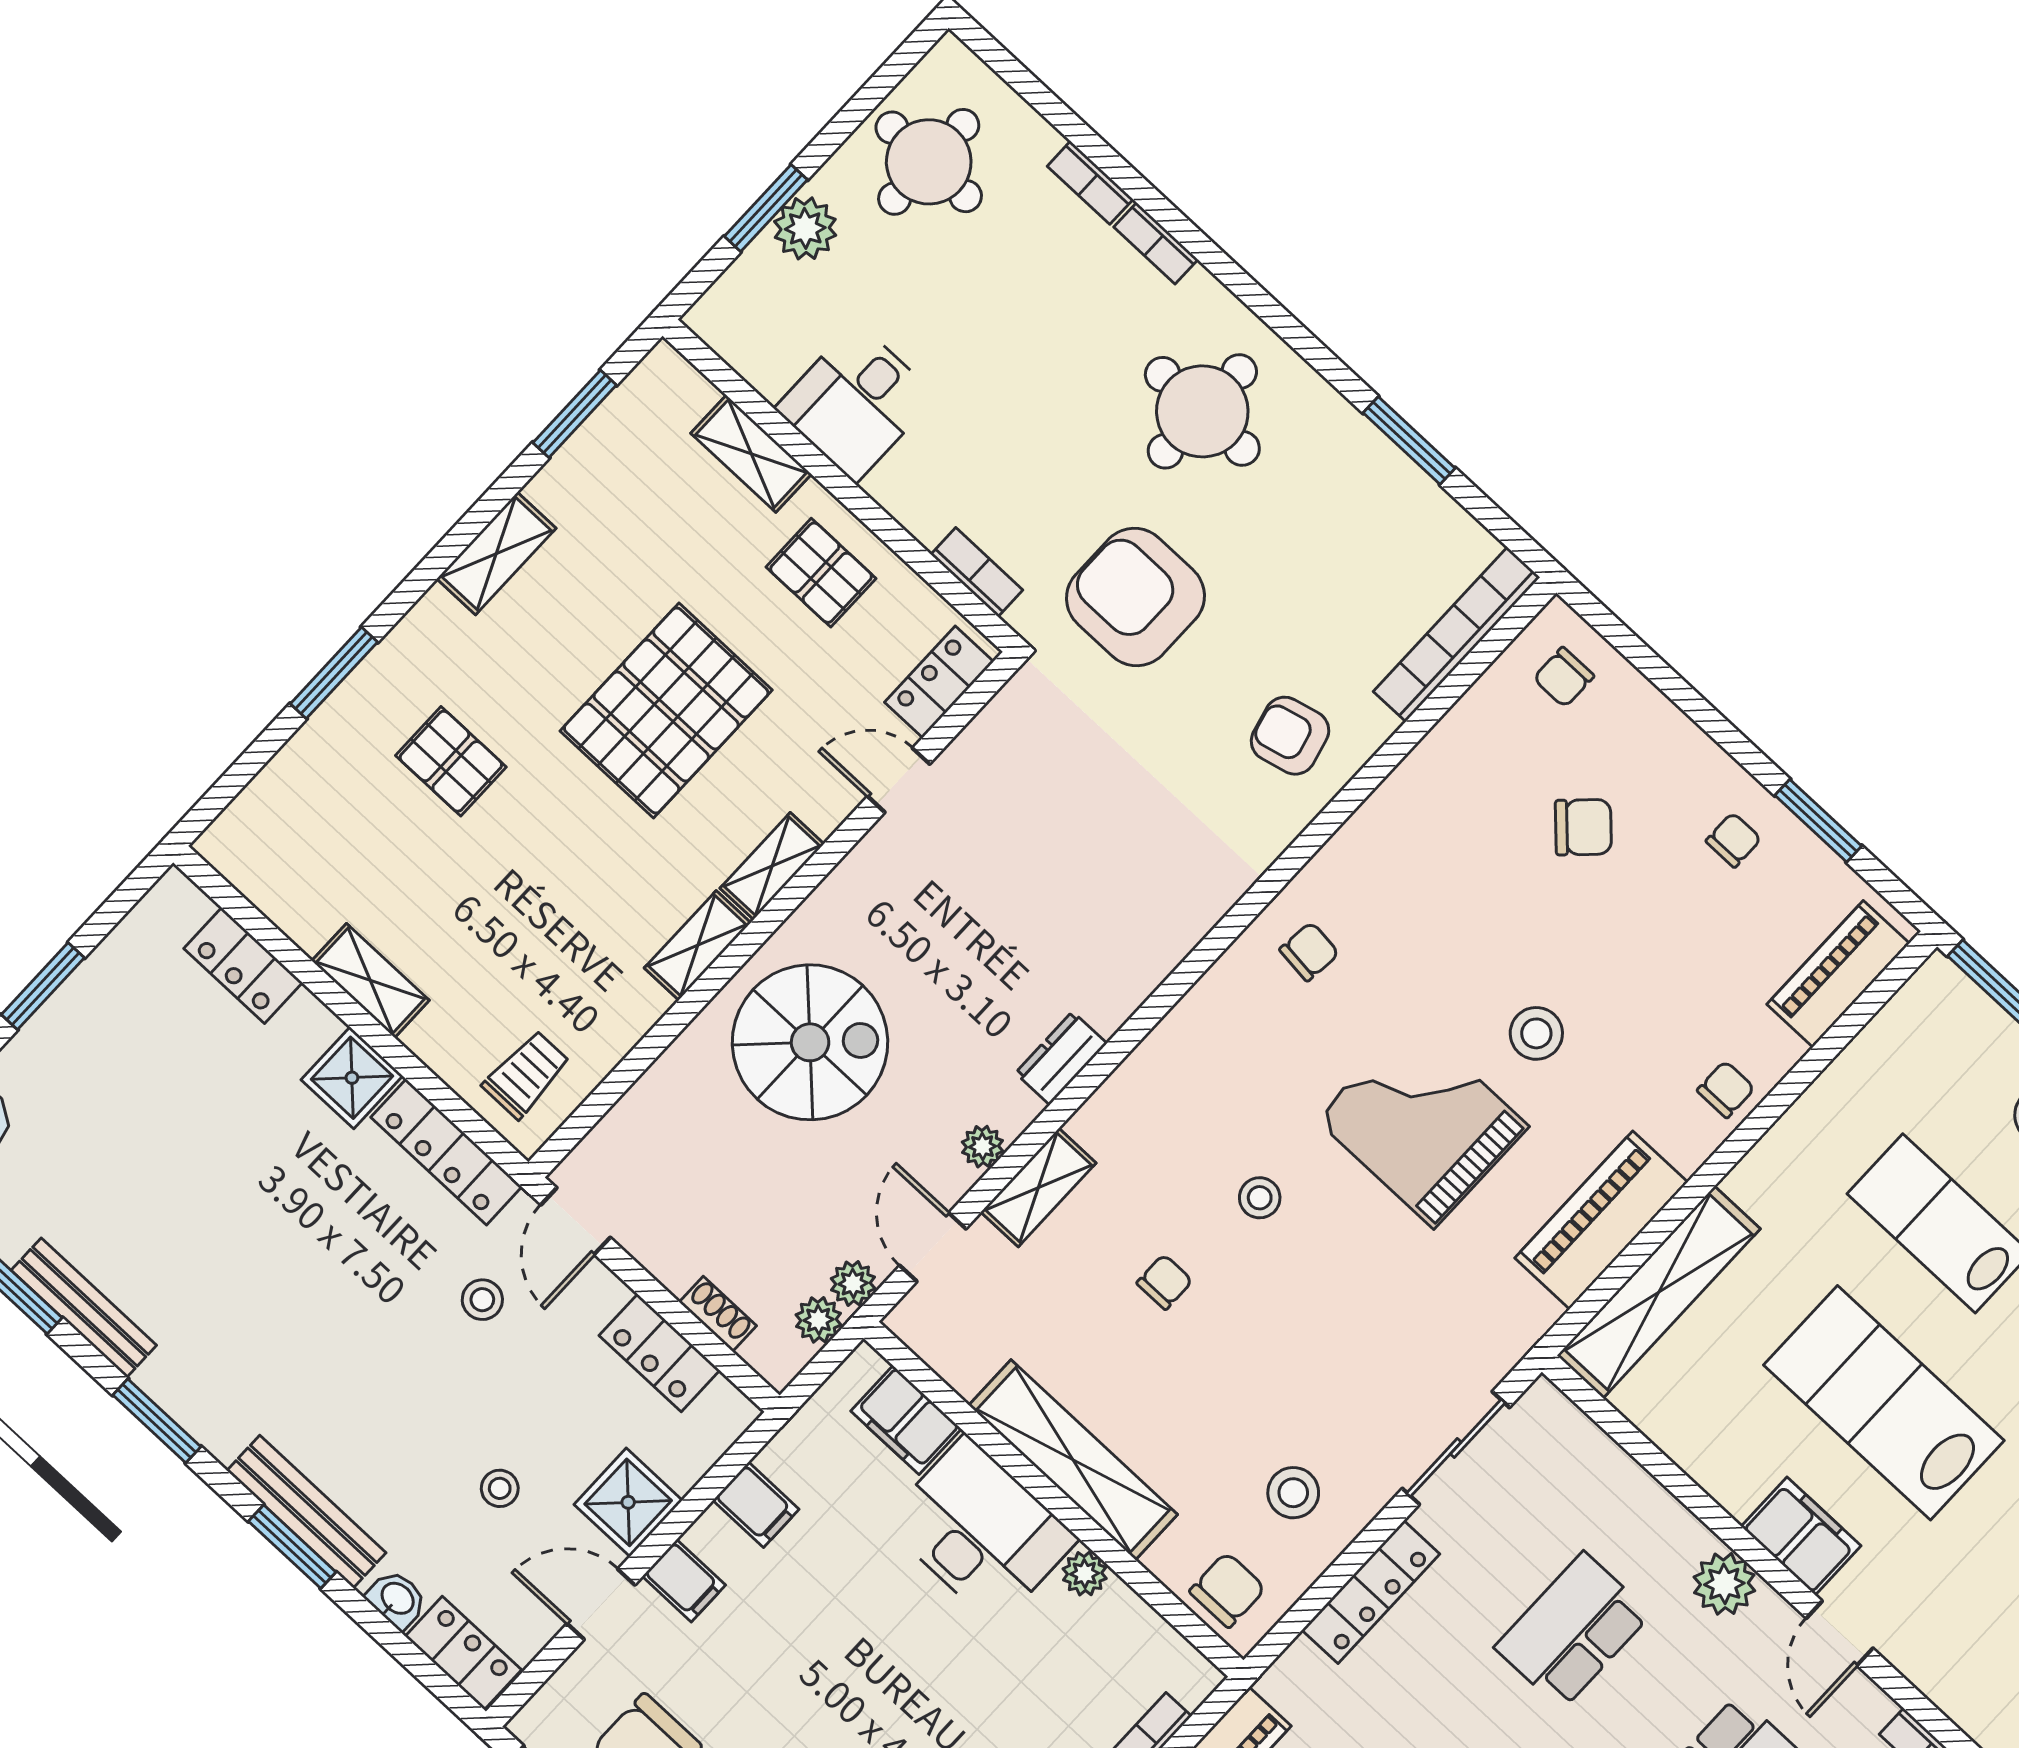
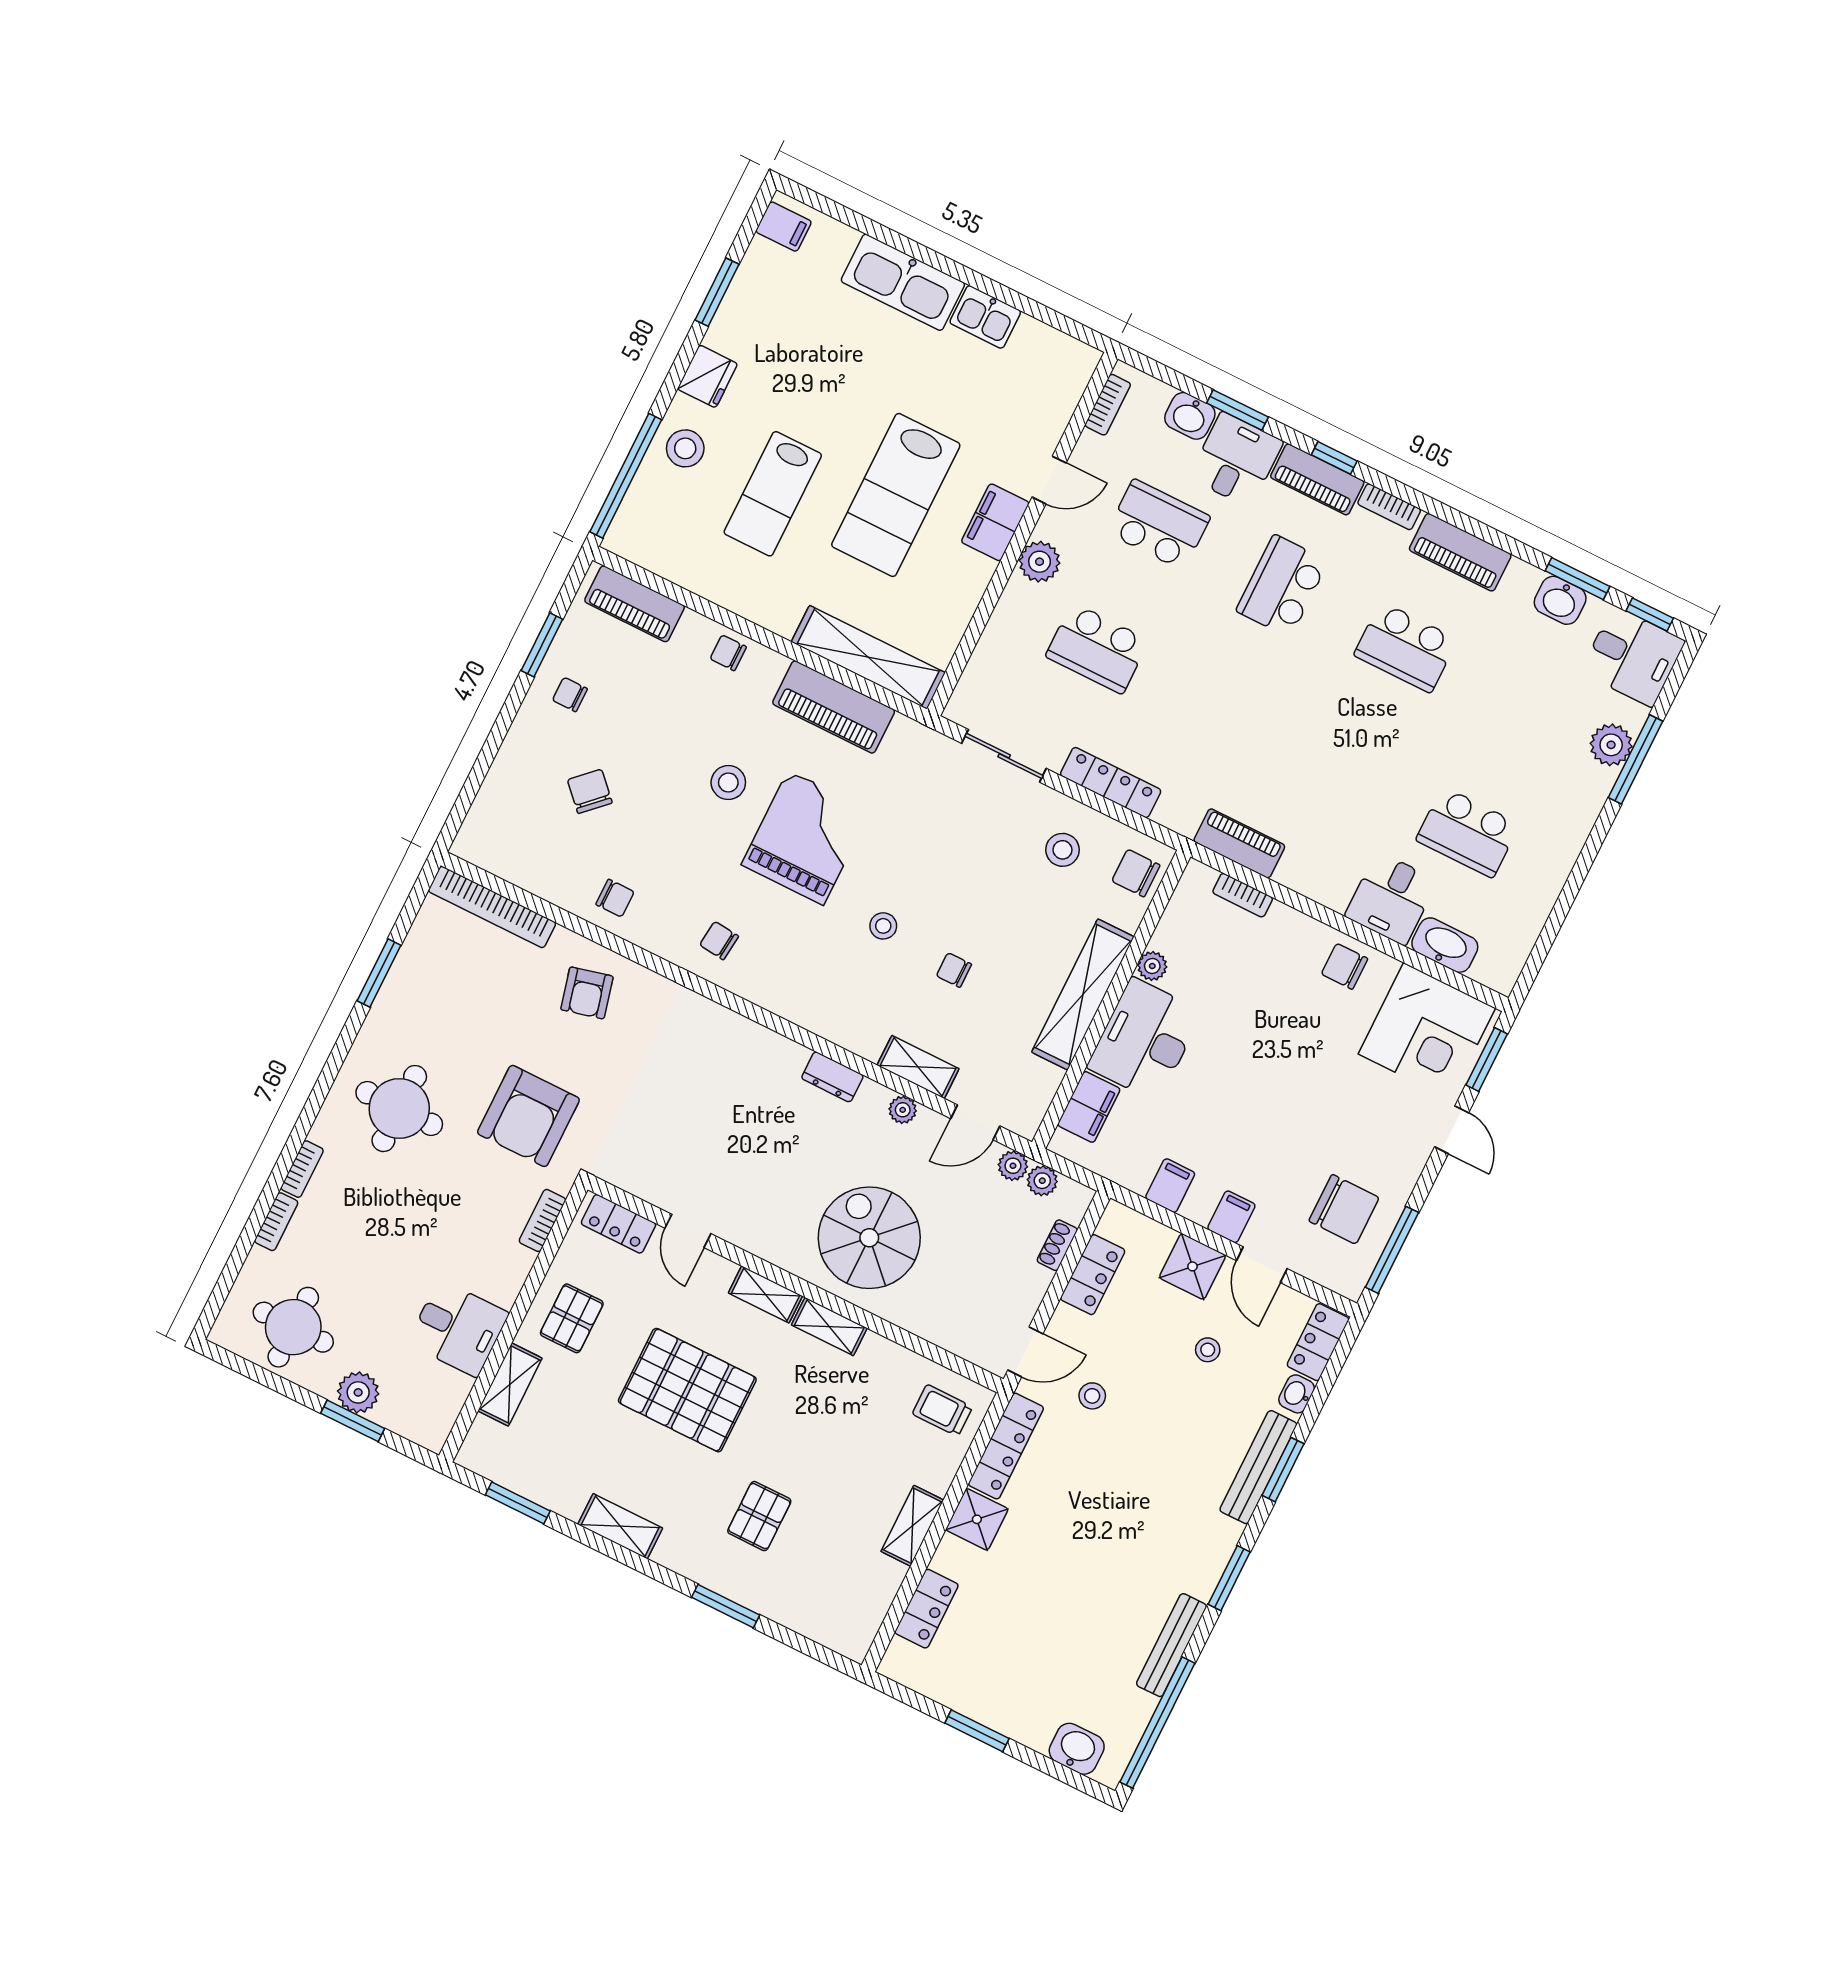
chair: (1564, 677) -> (615, 898), moved
grand piano: (1422, 1123) -> (806, 838), turned 180

